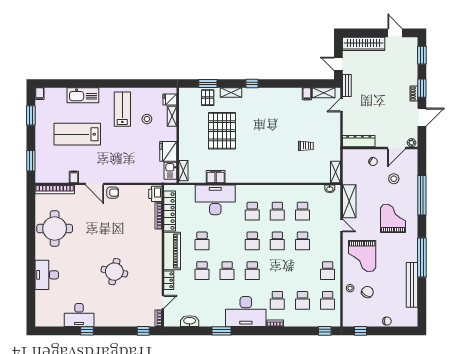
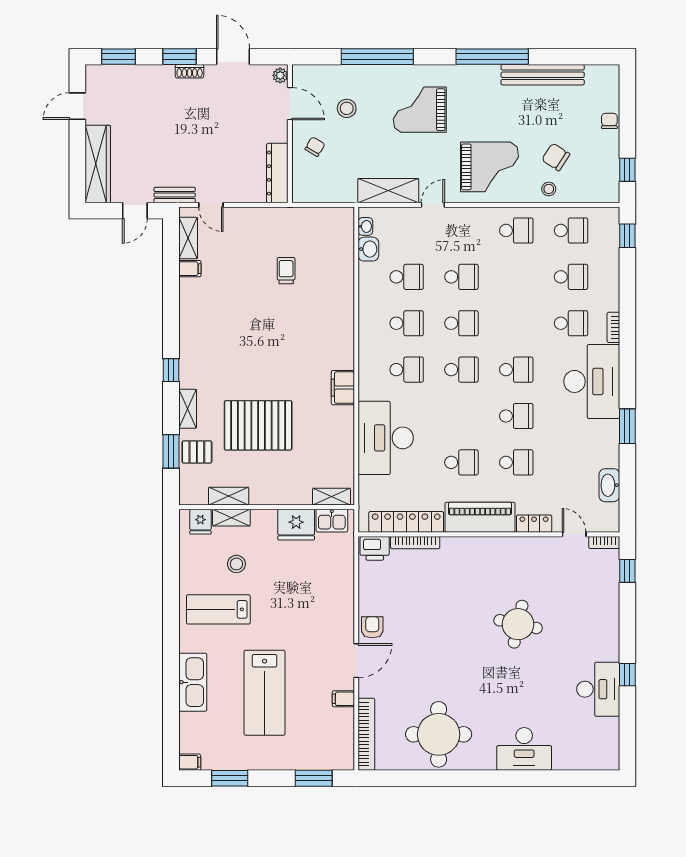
shelving: (336, 172) -> (229, 496), moved
filing cabinet: (216, 177) -> (343, 388), moved
washbasin: (318, 191) -> (368, 249), added

